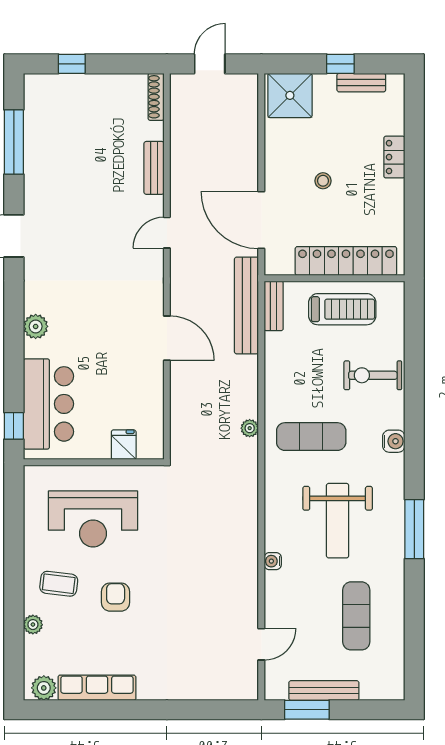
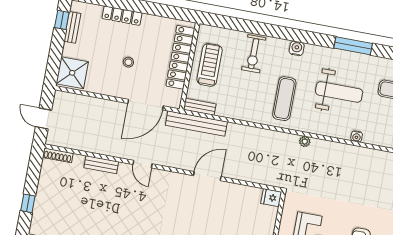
window: (340, 64) -> (62, 20), moved
locker: (394, 157) -> (122, 16), width x1.53
plant: (250, 428) -> (305, 142), moved
fridge: (124, 445) -> (271, 198), moved

